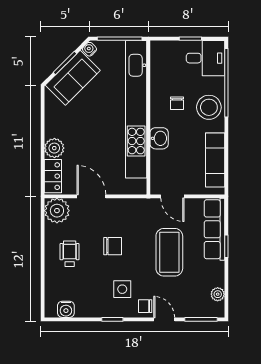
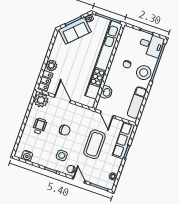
washbasin: (159, 138) -> (106, 92), moved

